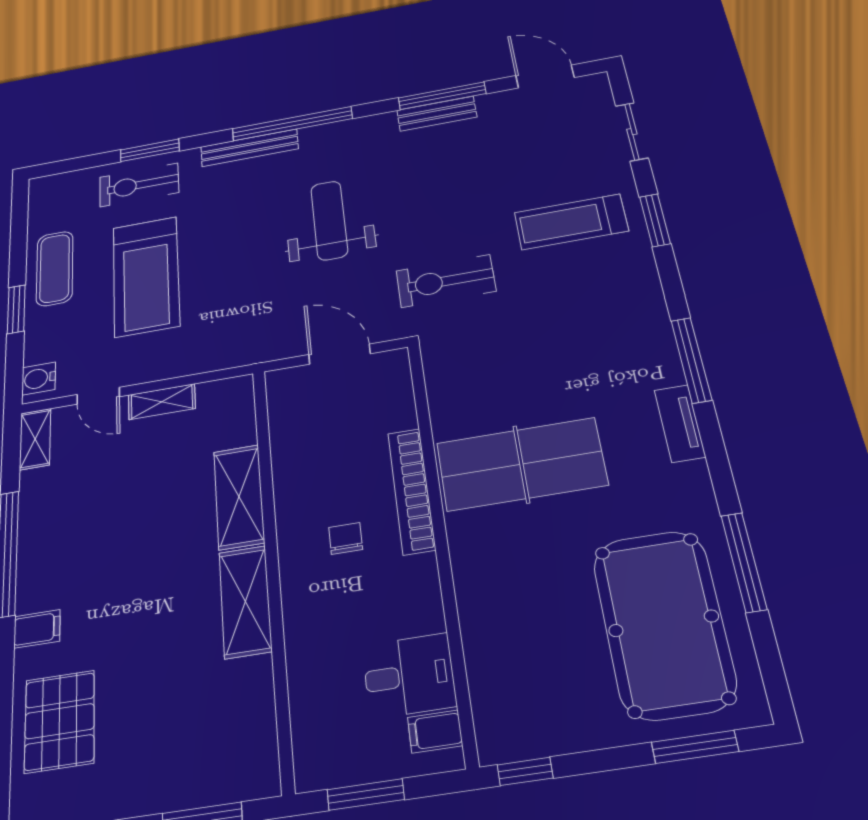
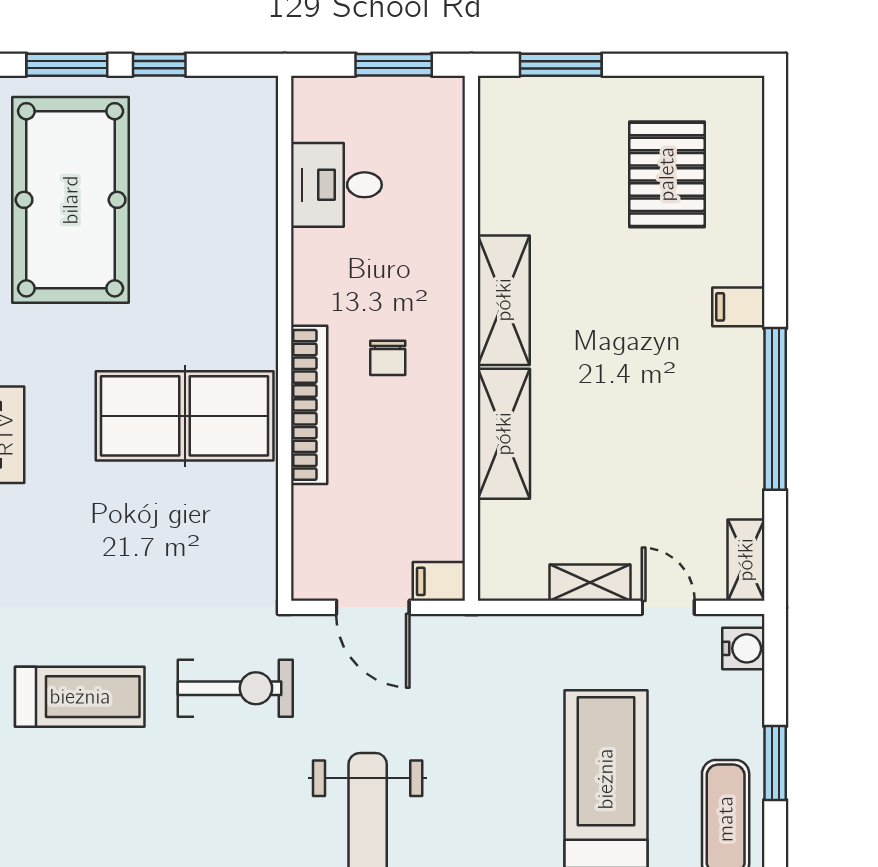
treadmill: (571, 222) -> (80, 697), moved
pallet: (60, 721) -> (667, 174), moved
filing cabinet: (435, 731) -> (439, 581), moved, turned 180
window: (525, 771) -> (159, 65), moved

